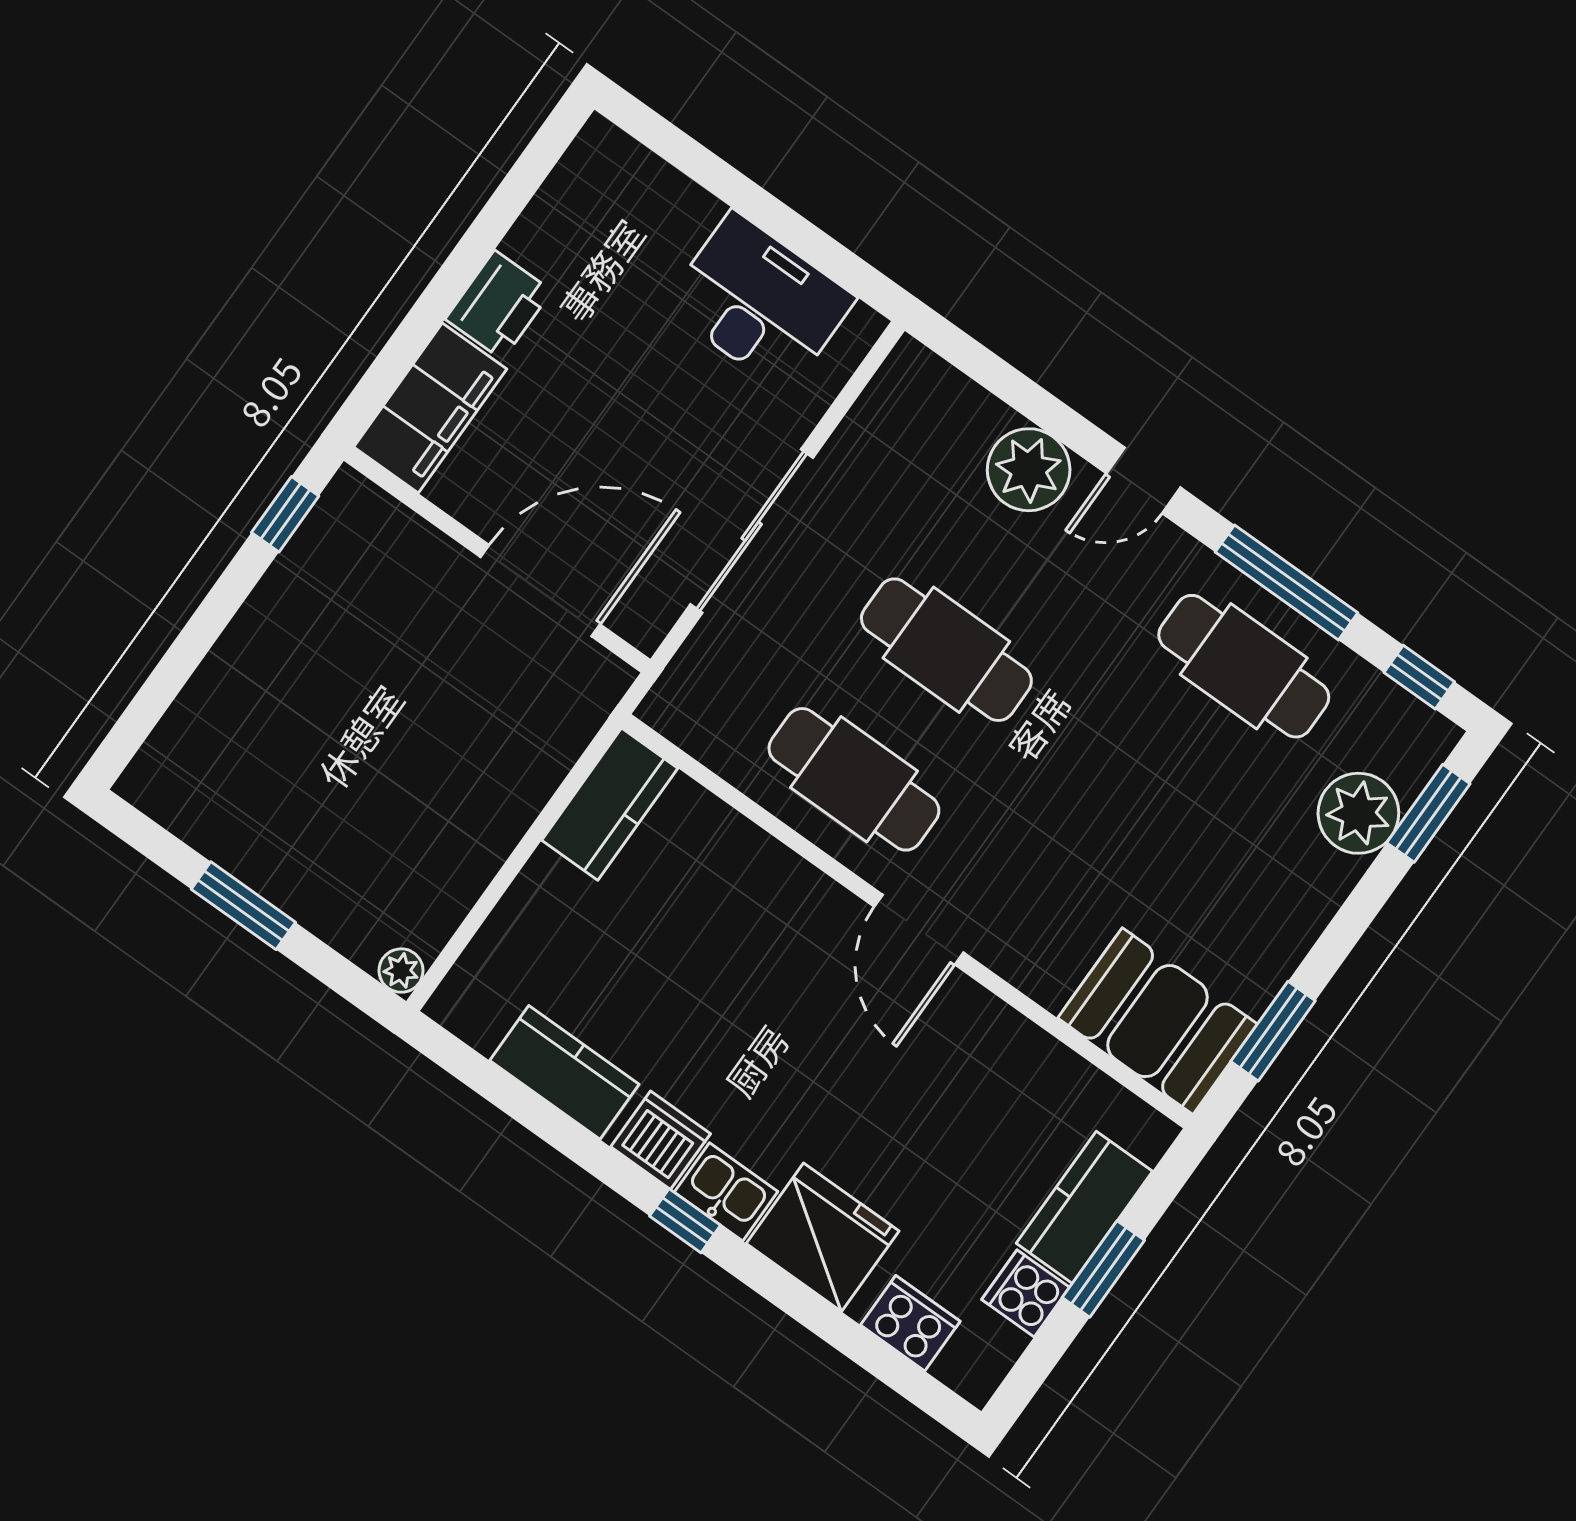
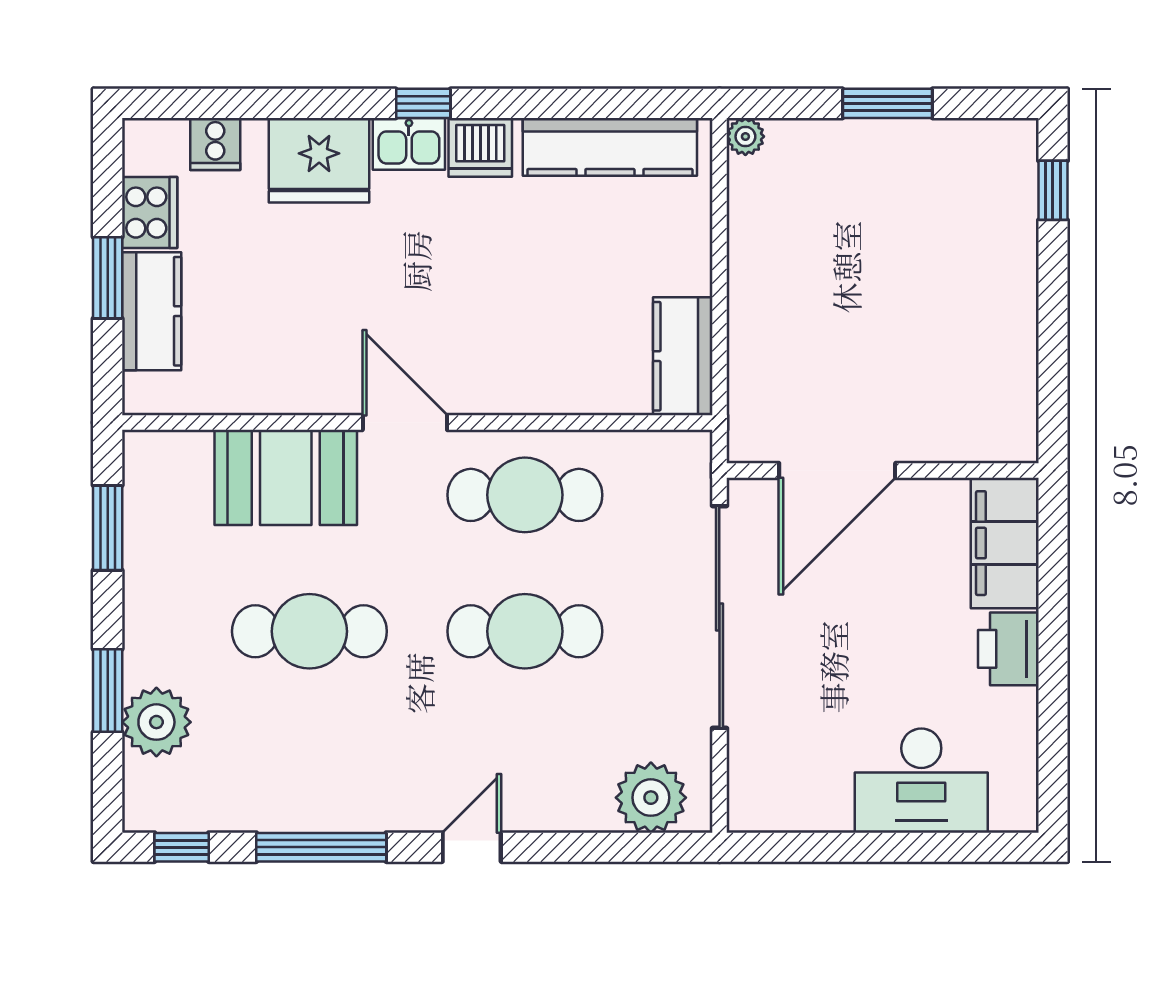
desk: (760, 302) -> (921, 781), moved
plant: (1029, 470) -> (651, 798), moved
window: (285, 514) -> (1053, 190), moved
sliding door: (752, 531) -> (719, 617), width x1.36
cafe table: (1244, 666) -> (309, 631), moved
window: (1428, 813) -> (108, 691), moved
booth: (1158, 1021) -> (286, 477), moved
kitchen counter: (564, 1072) -> (610, 147), width x1.50
cooker: (1026, 1293) -> (150, 213), width x1.36
cooker: (910, 1323) -> (215, 144), width x0.73

